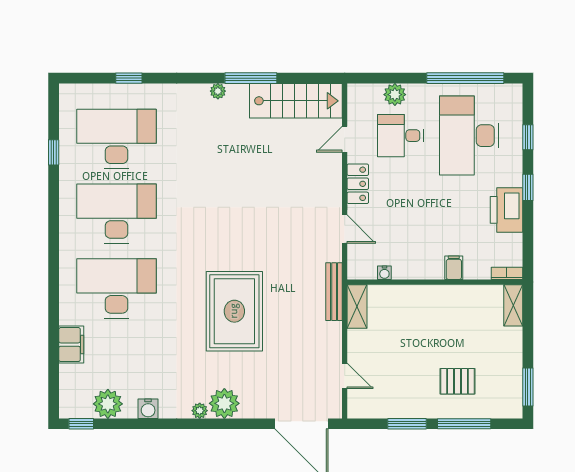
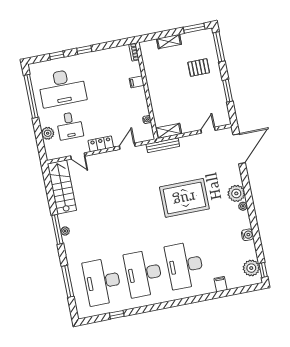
window: (129, 78) -> (68, 281), width x2.17
window: (251, 78) -> (57, 229), moved
printer: (507, 210) -> (99, 59), removed
shelving: (513, 305) -> (169, 41), moved
filing cabinet: (71, 345) -> (221, 284), width x0.50
pallet: (457, 381) -> (199, 68), turned 90
plant: (108, 404) -> (251, 268), moved
window: (464, 424) -> (219, 47), moved

